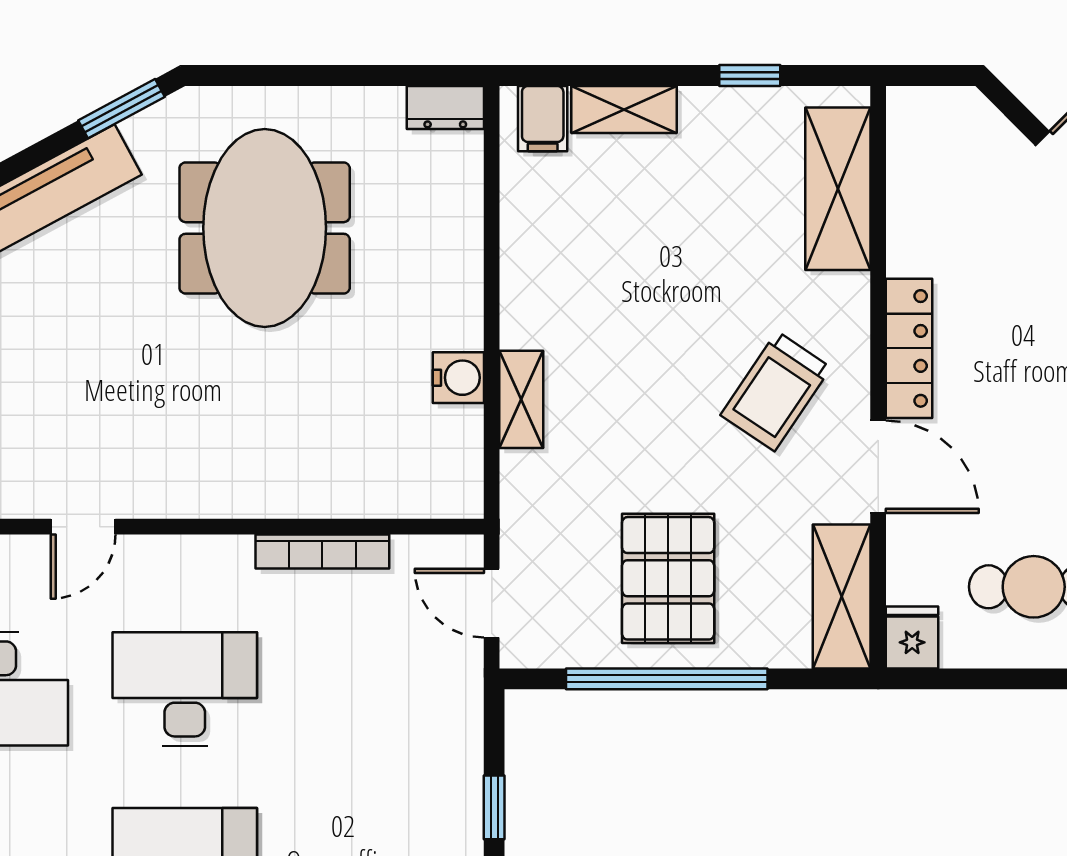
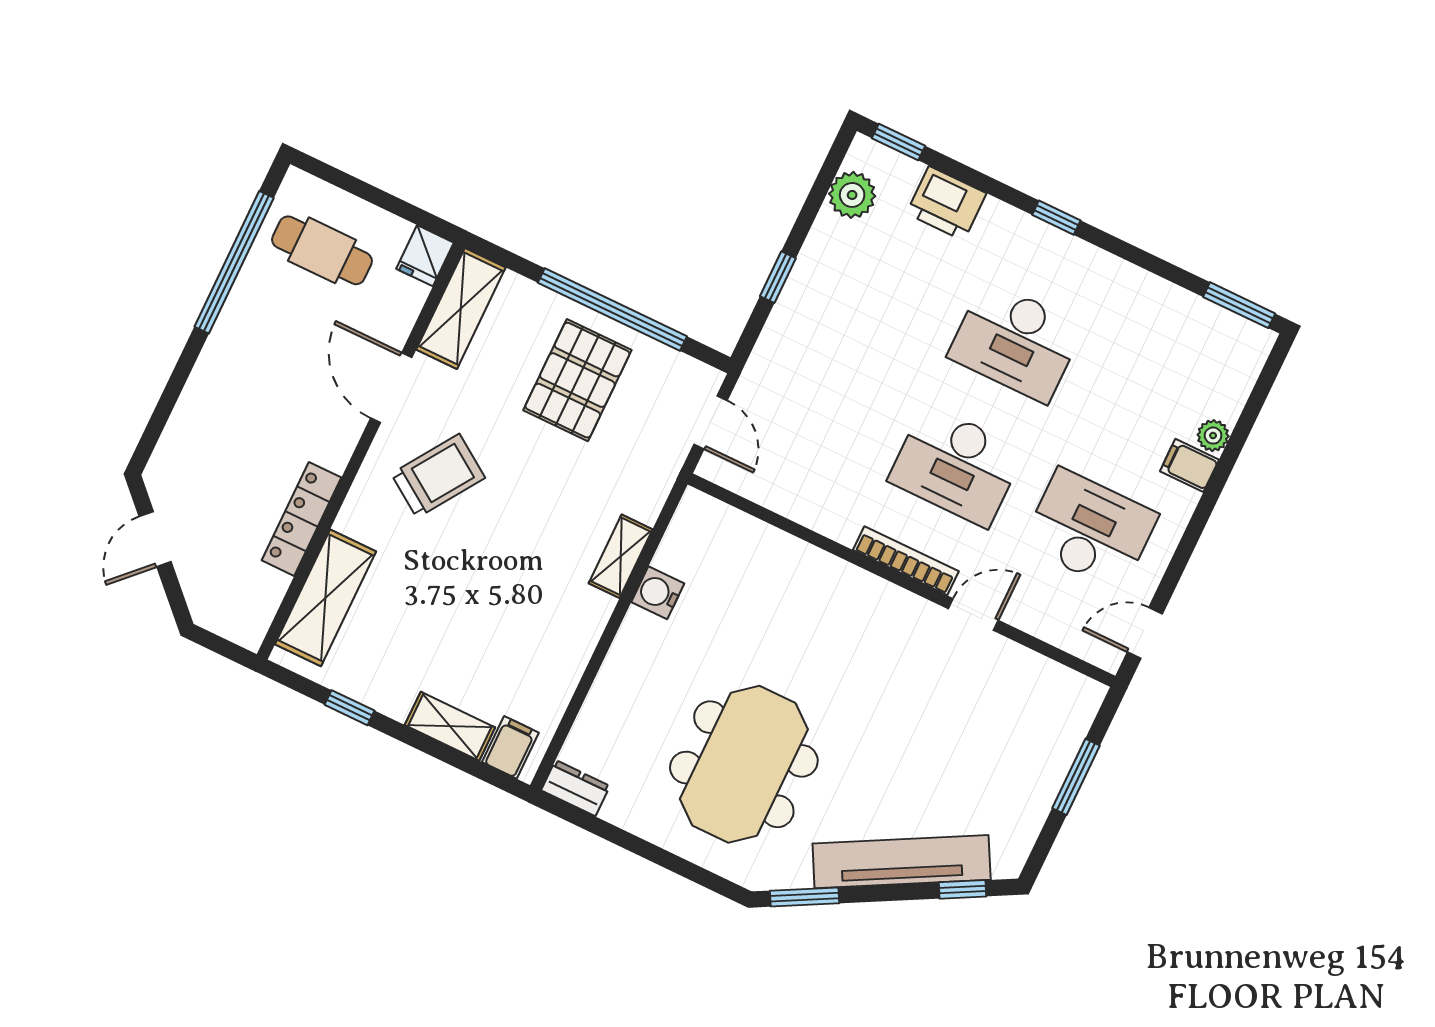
locker: (909, 348) -> (302, 519), moved
bookcase: (322, 552) -> (906, 561), moved

